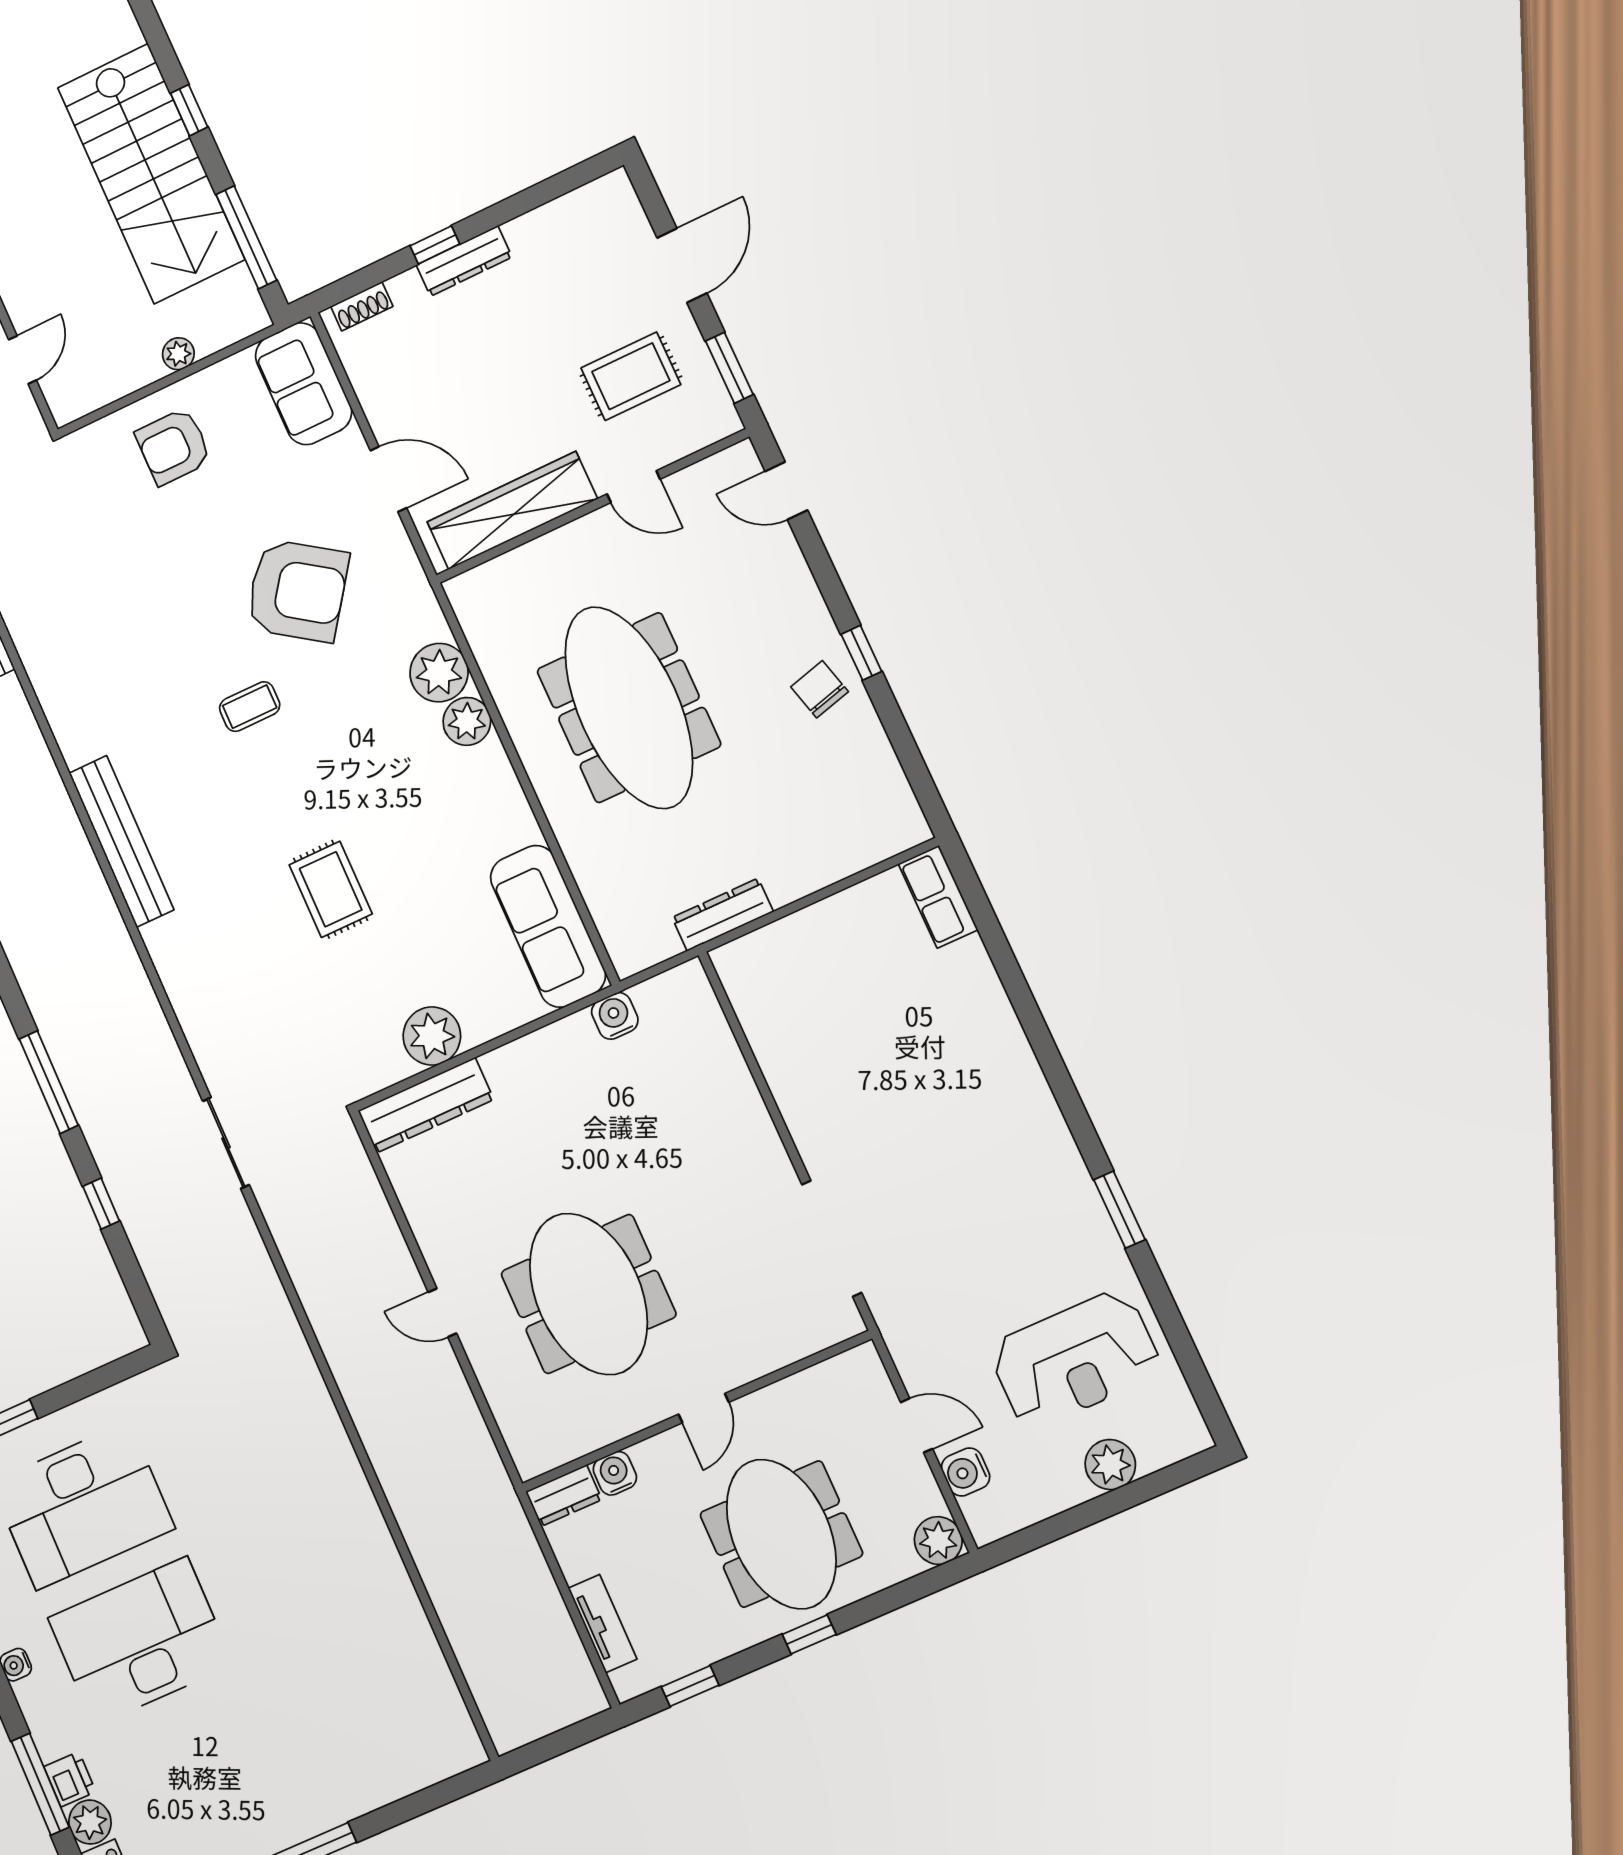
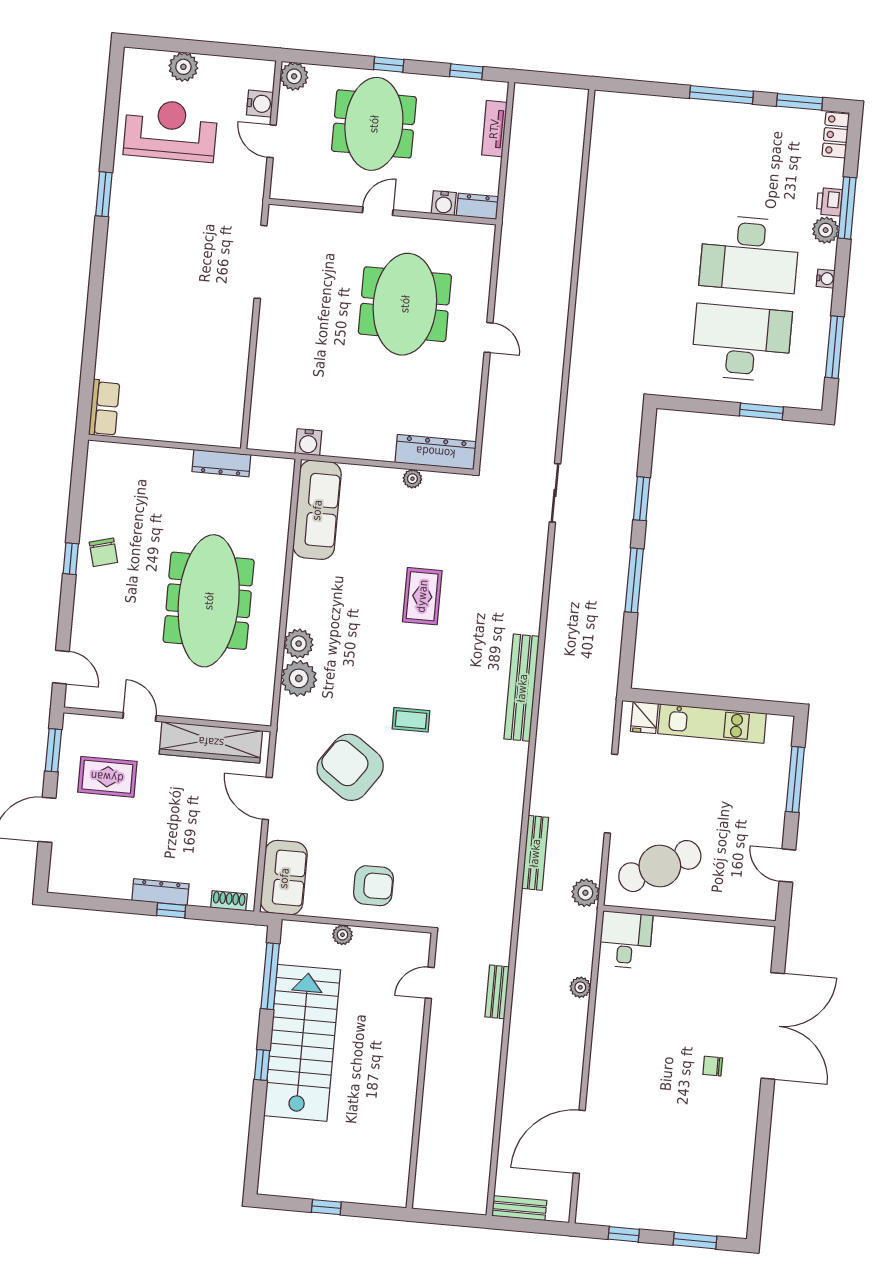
plant: (432, 1036) -> (412, 479), width x0.53, depth x0.53
window: (101, 1204) -> (642, 499), width x1.50
plant: (90, 1822) -> (826, 230), moved

